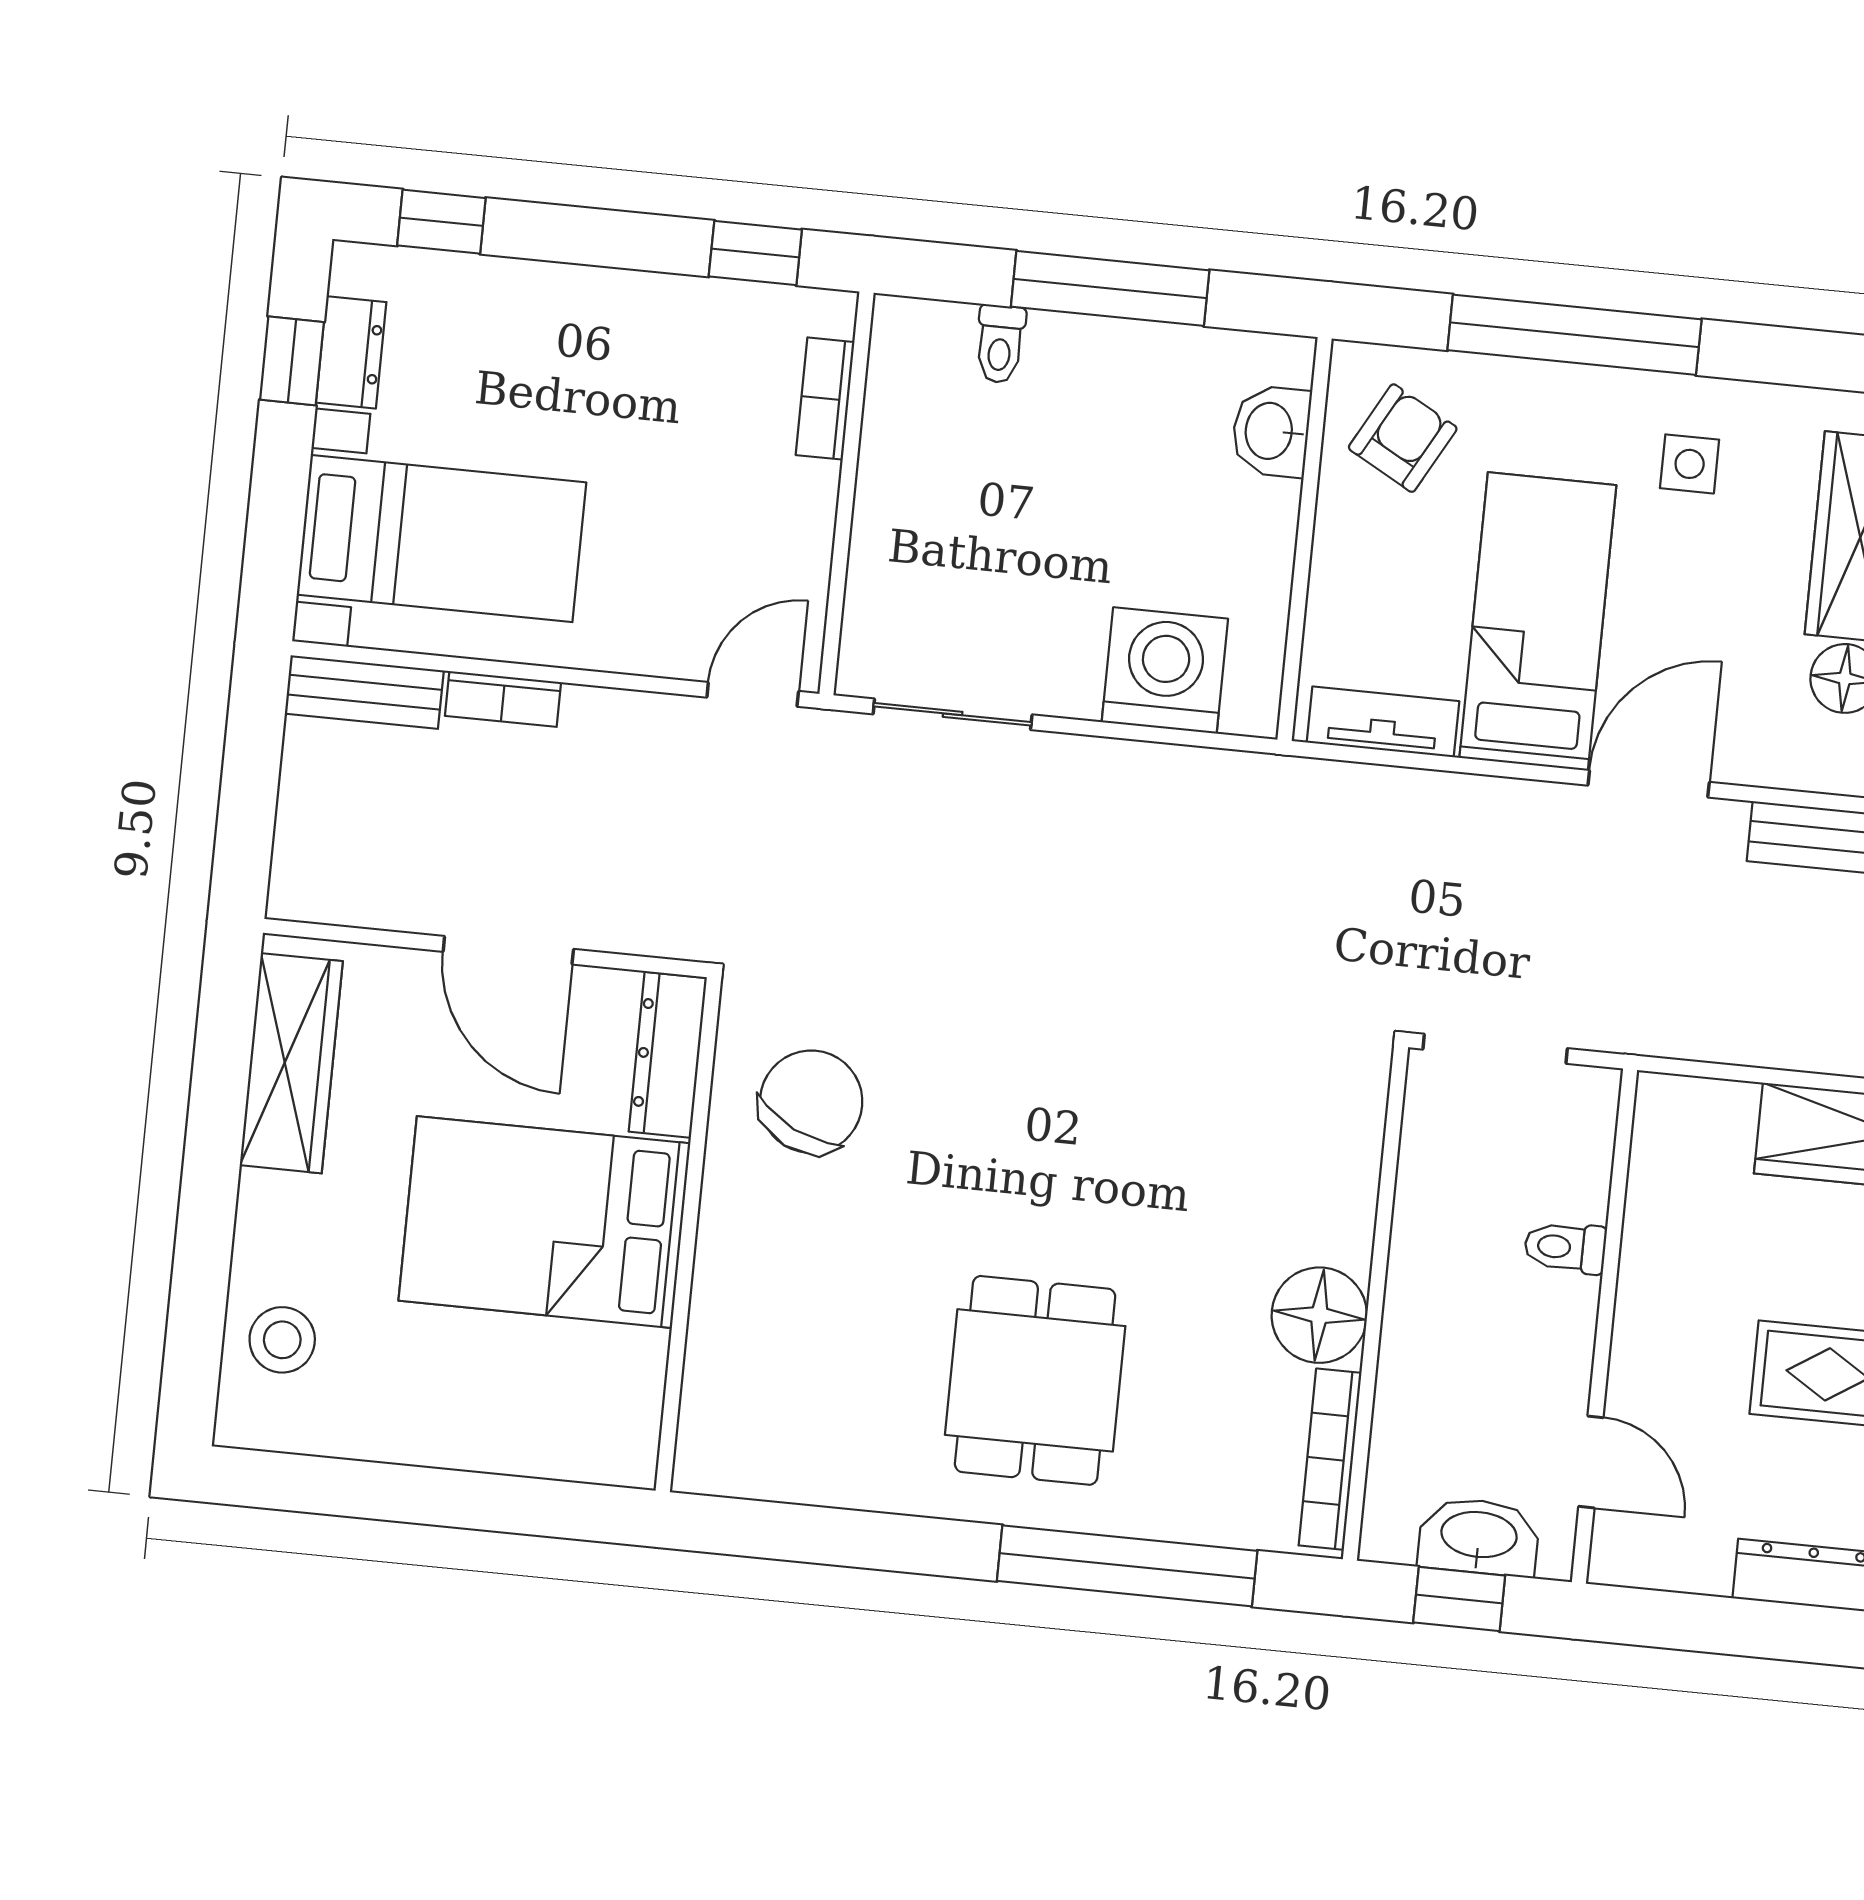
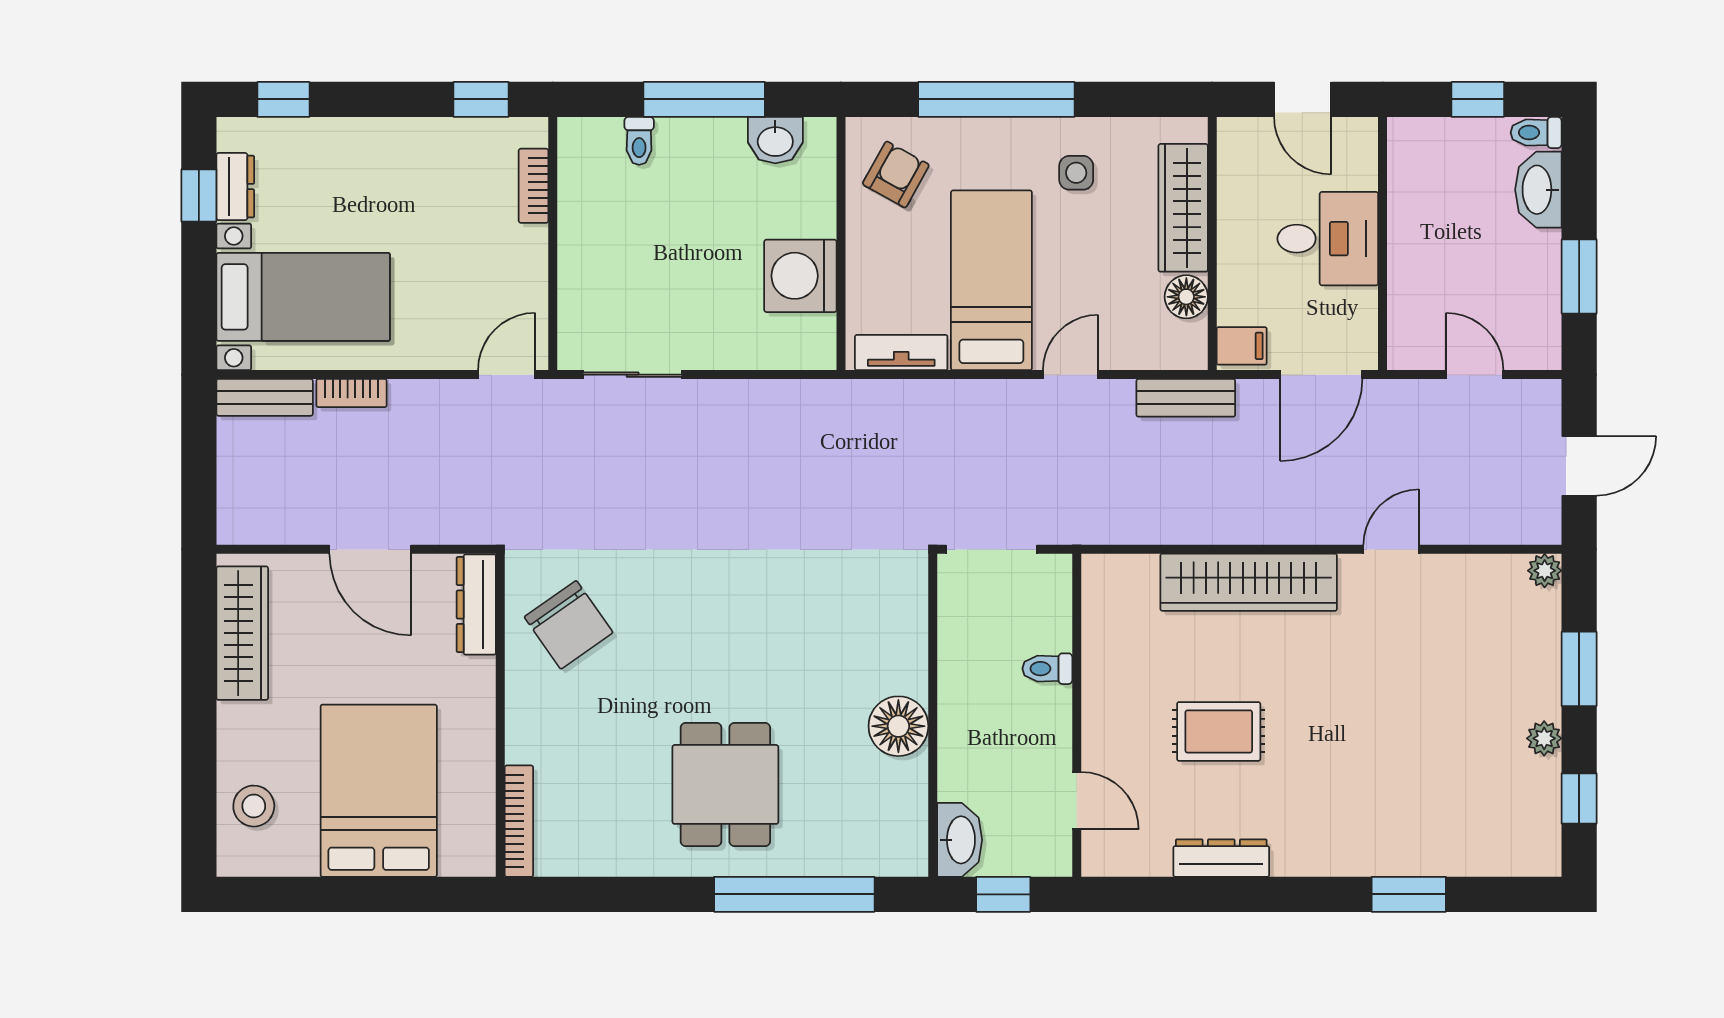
washbasin: (1271, 431) -> (775, 140), moved, turned -90
washing machine: (1165, 670) -> (800, 276), moved, turned -90
door: (1649, 784) -> (1071, 375), width x0.73
chair: (811, 1102) -> (569, 625), turned 119
bed: (544, 1222) -> (379, 791), moved, turned 90
bookcase: (1330, 1459) -> (519, 821), moved, turned 180
washbasin: (1479, 1537) -> (960, 840), moved, turned 90

